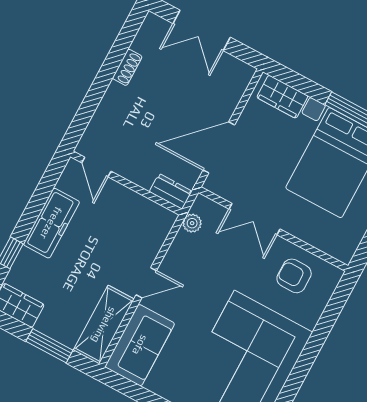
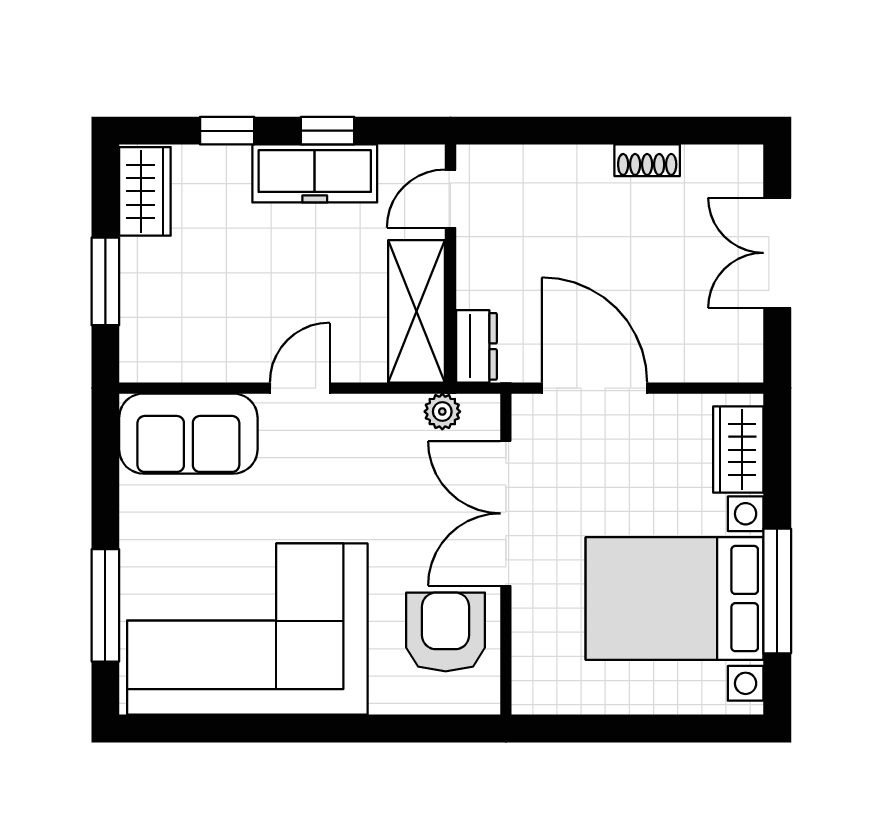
window: (35, 207) -> (328, 131), added
double door: (254, 219) -> (506, 513), width x1.37
armchair: (294, 276) -> (446, 632), width x1.38, depth x1.38
door: (146, 283) -> (300, 388), swing flipped
shelving: (104, 325) -> (416, 311), moved, turned 90

